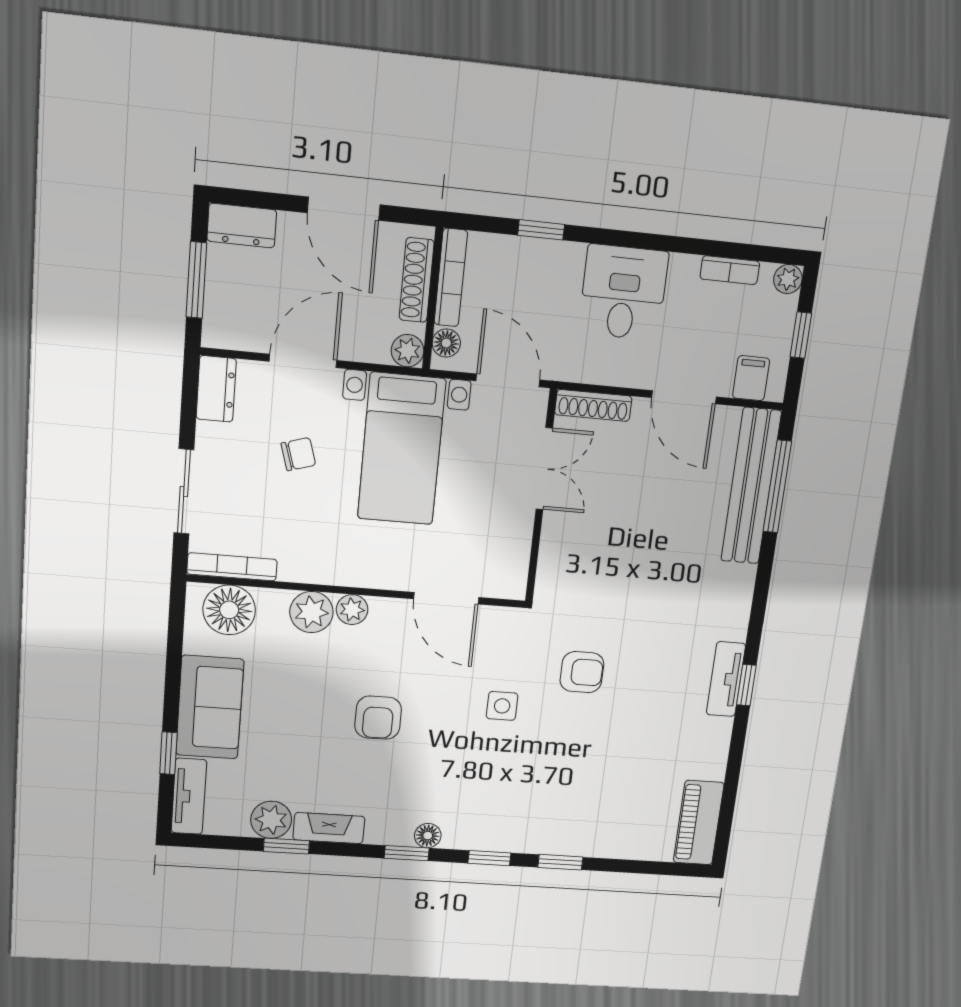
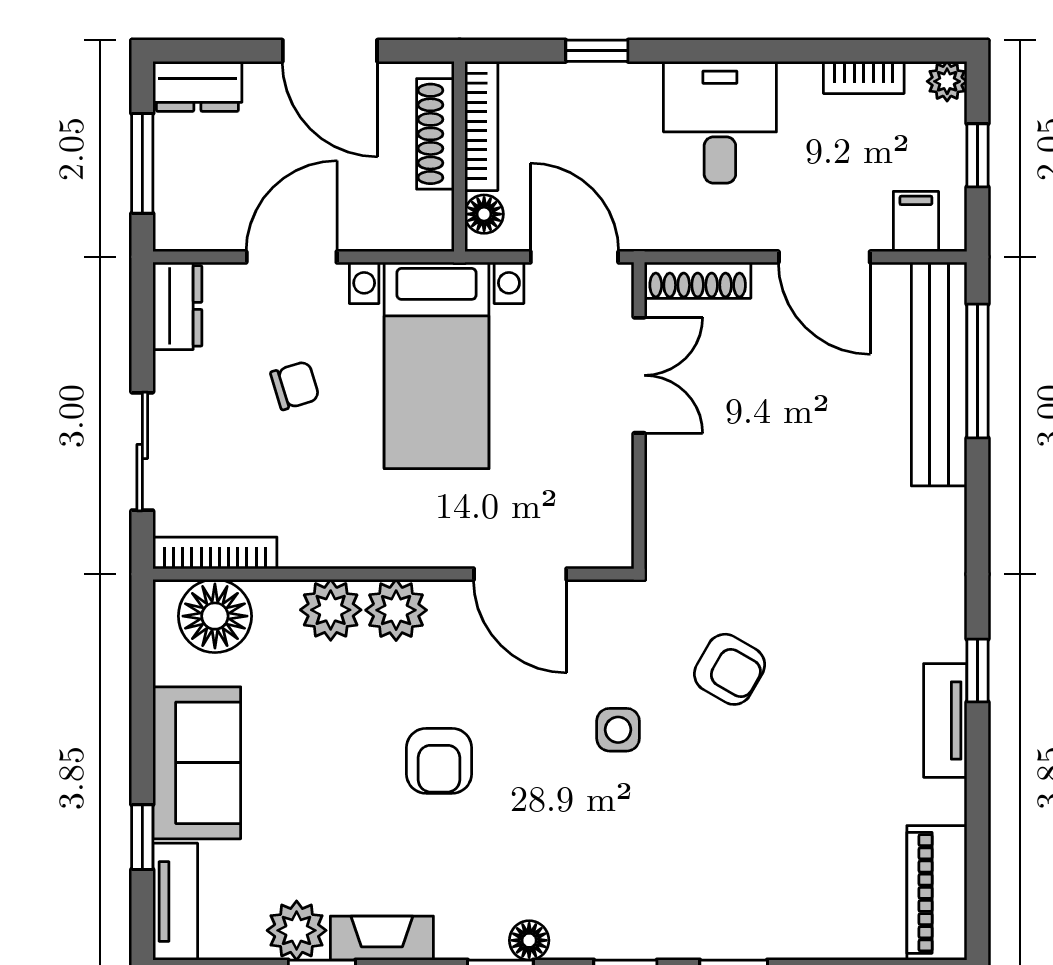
plant: (407, 351) -> (432, 229), removed
plant: (352, 610) -> (396, 610), width x1.38, depth x1.38
armchair: (582, 672) -> (730, 669), turned 30
tv unit: (726, 679) -> (945, 720), moved

